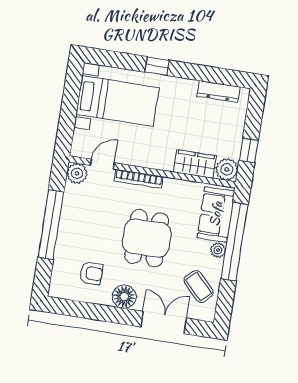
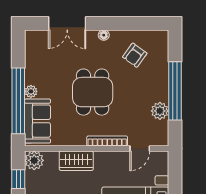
wardrobe: (195, 164) -> (76, 161), moved
plant: (77, 173) -> (160, 111), moved
armchair: (91, 273) -> (135, 55), turned -54
coffee table: (199, 287) -> (43, 58), removed
floor lamp: (124, 297) -> (104, 35), width x0.53, depth x0.53

